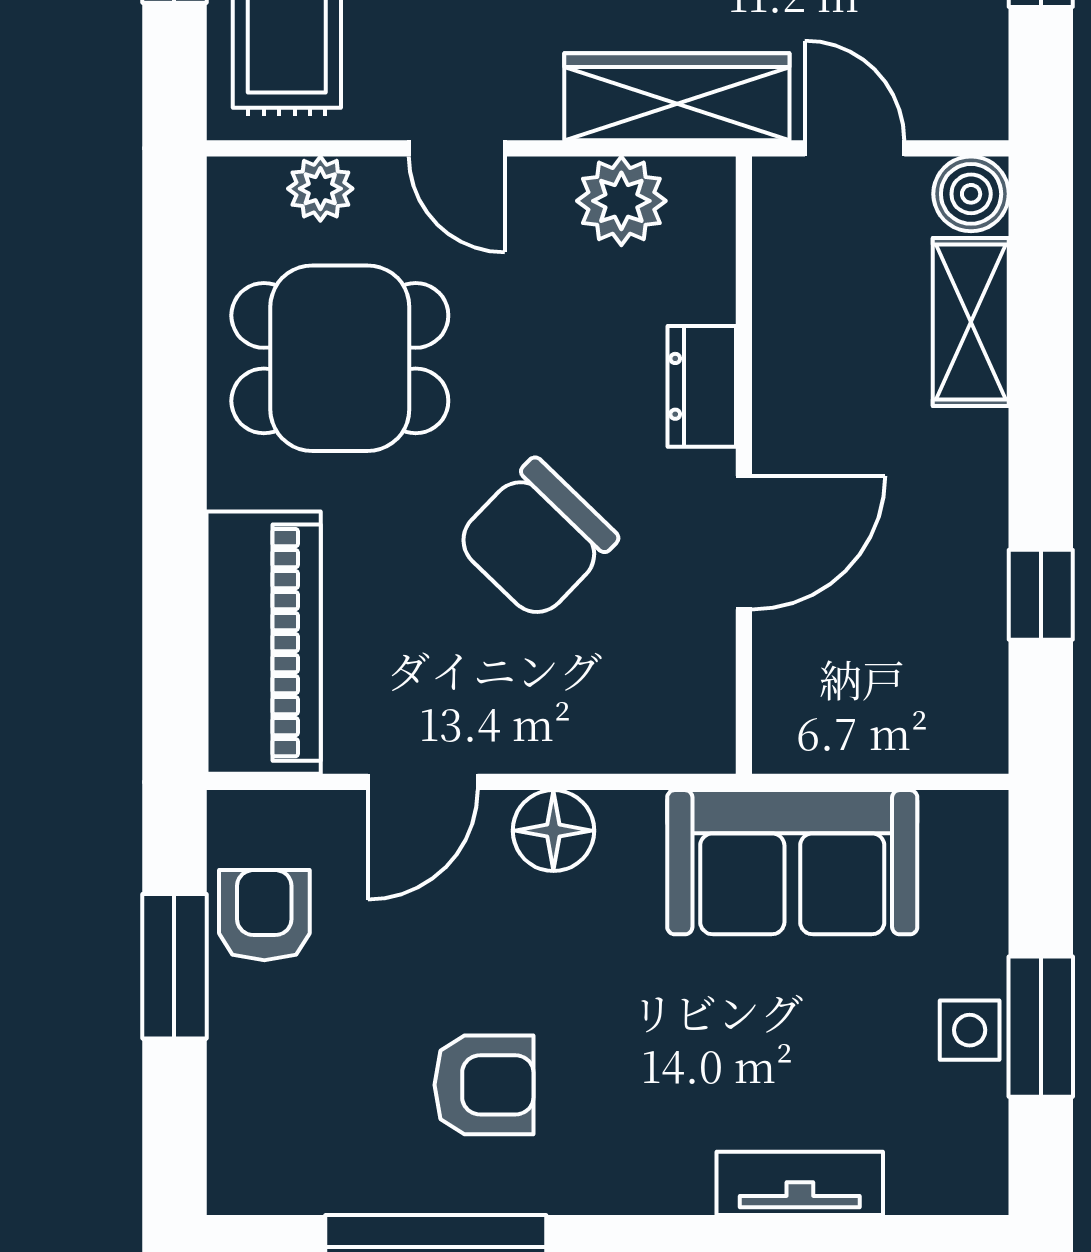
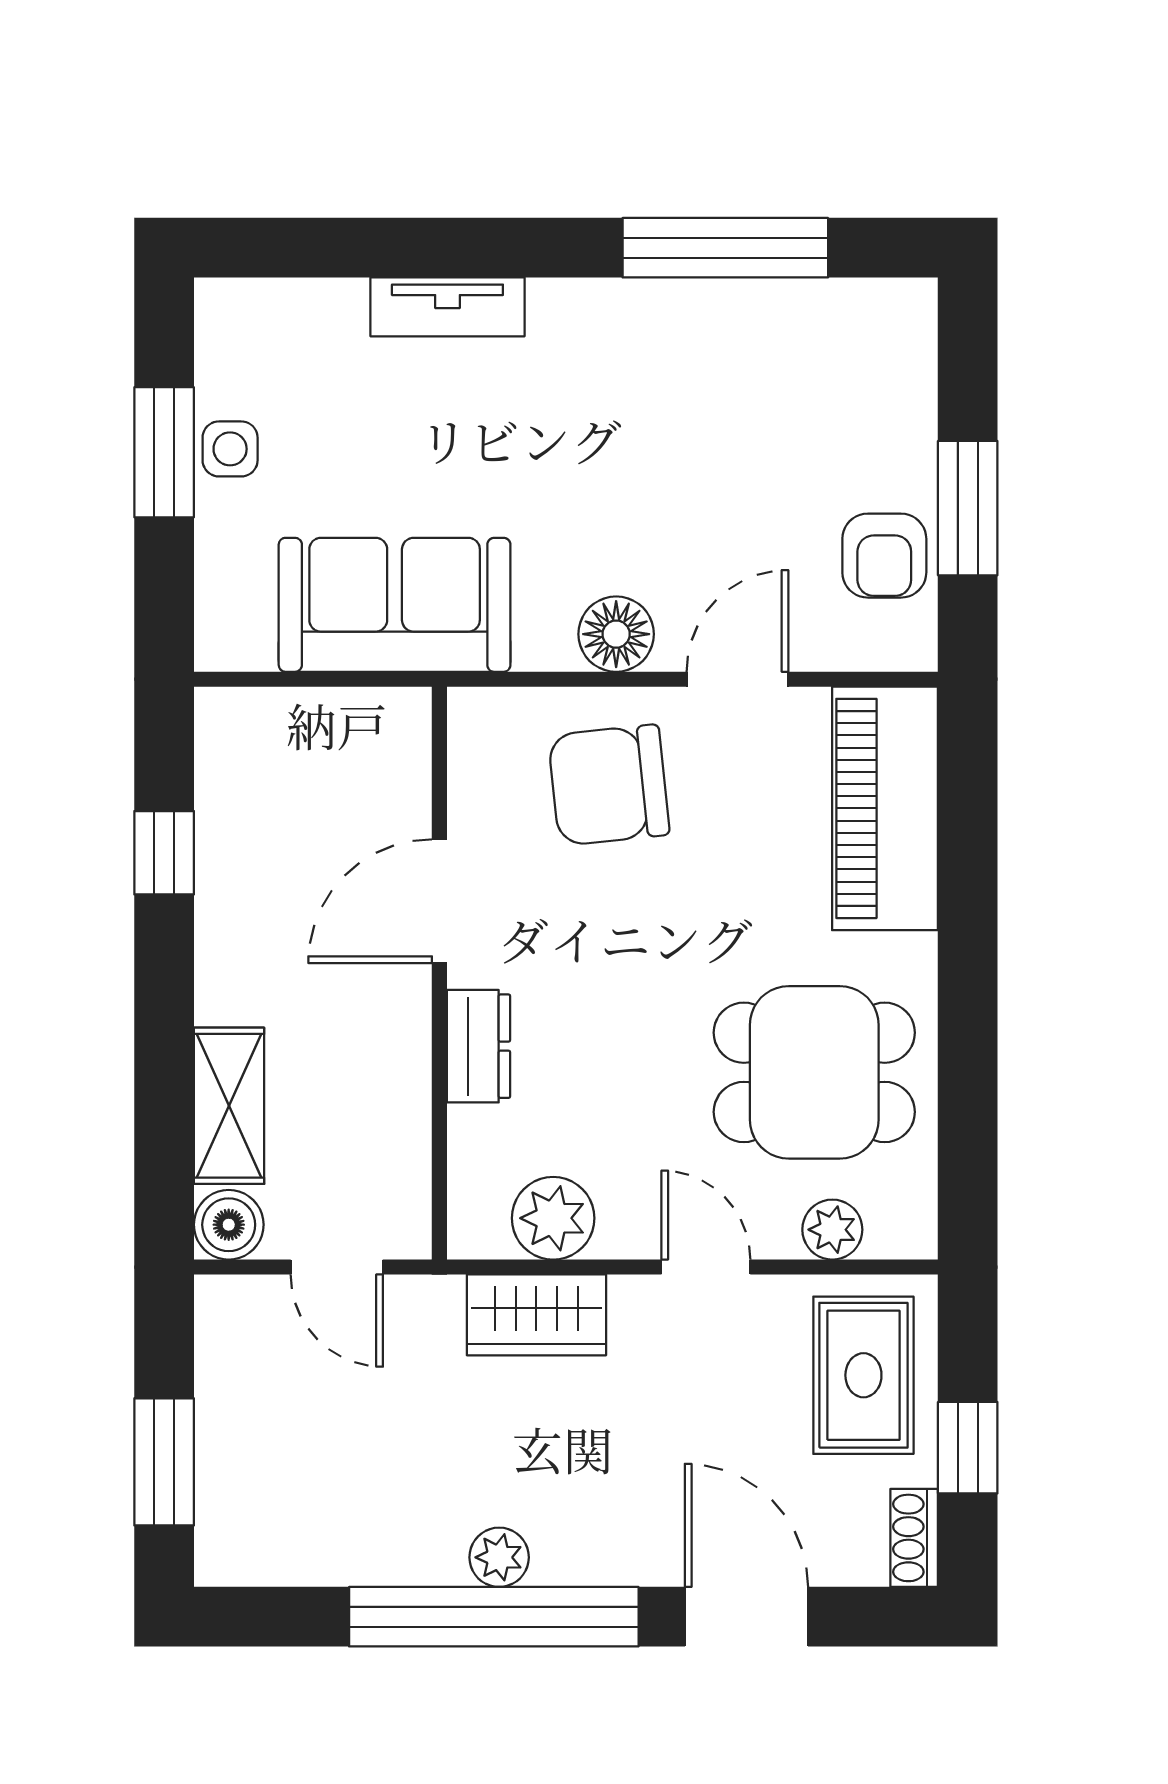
wardrobe: (677, 97) -> (536, 1315), width x0.67
chair: (536, 539) -> (609, 785), moved, turned -140
armchair: (484, 1085) -> (681, 398), removed
tv unit: (800, 1183) -> (447, 307), moved

